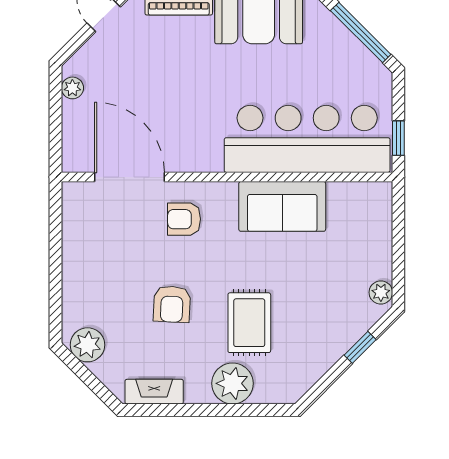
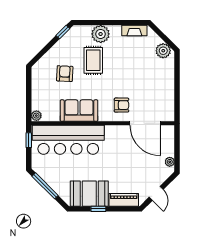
plant: (381, 292) -> (36, 116), moved
armchair: (172, 304) -> (65, 74), moved
window: (360, 347) -> (63, 32), moved

